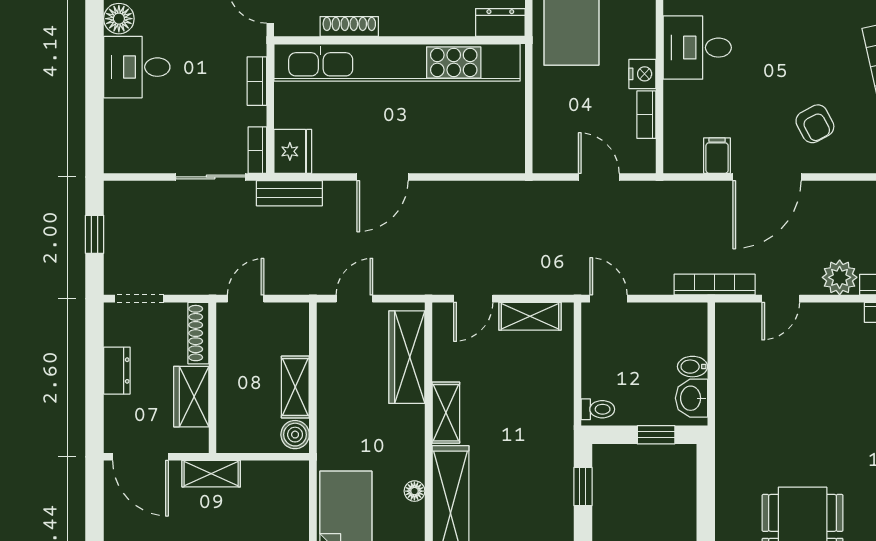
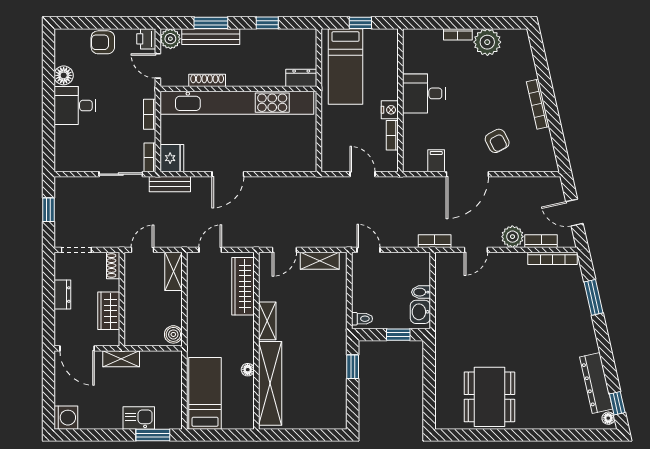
bookcase: (715, 285) -> (435, 241), width x0.64
shoe rack: (198, 333) -> (113, 265), width x0.70
shelving: (295, 387) -> (174, 271), moved

